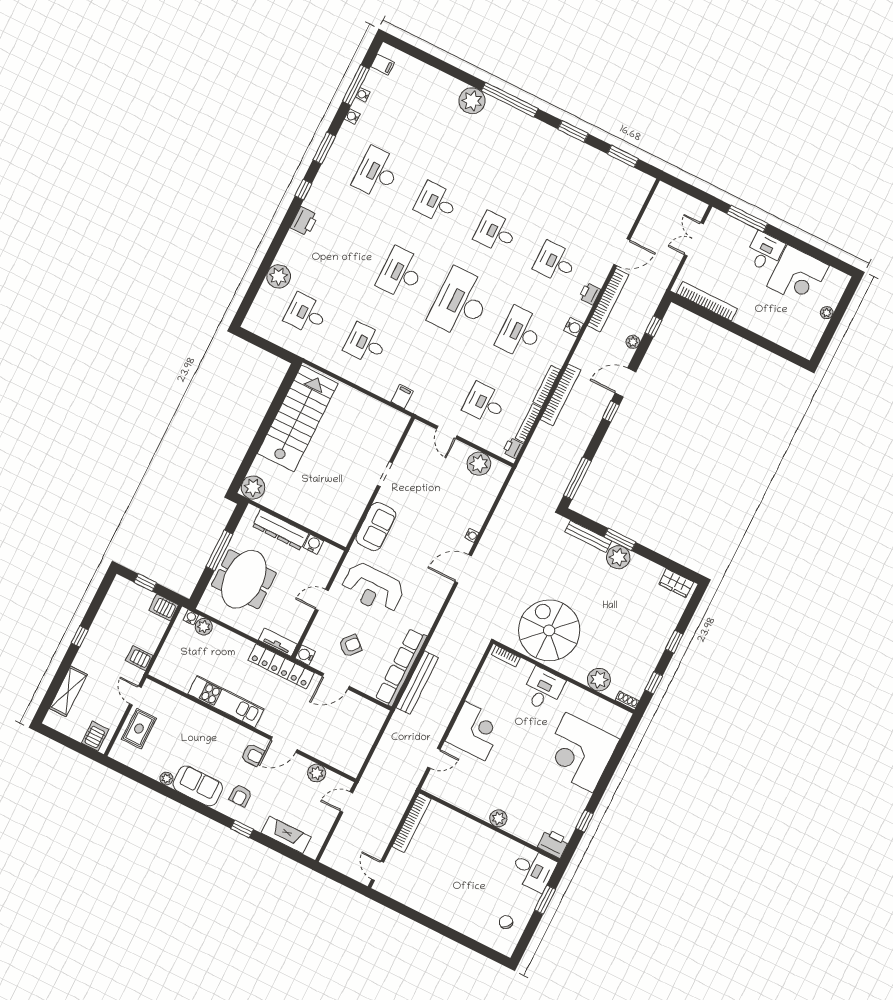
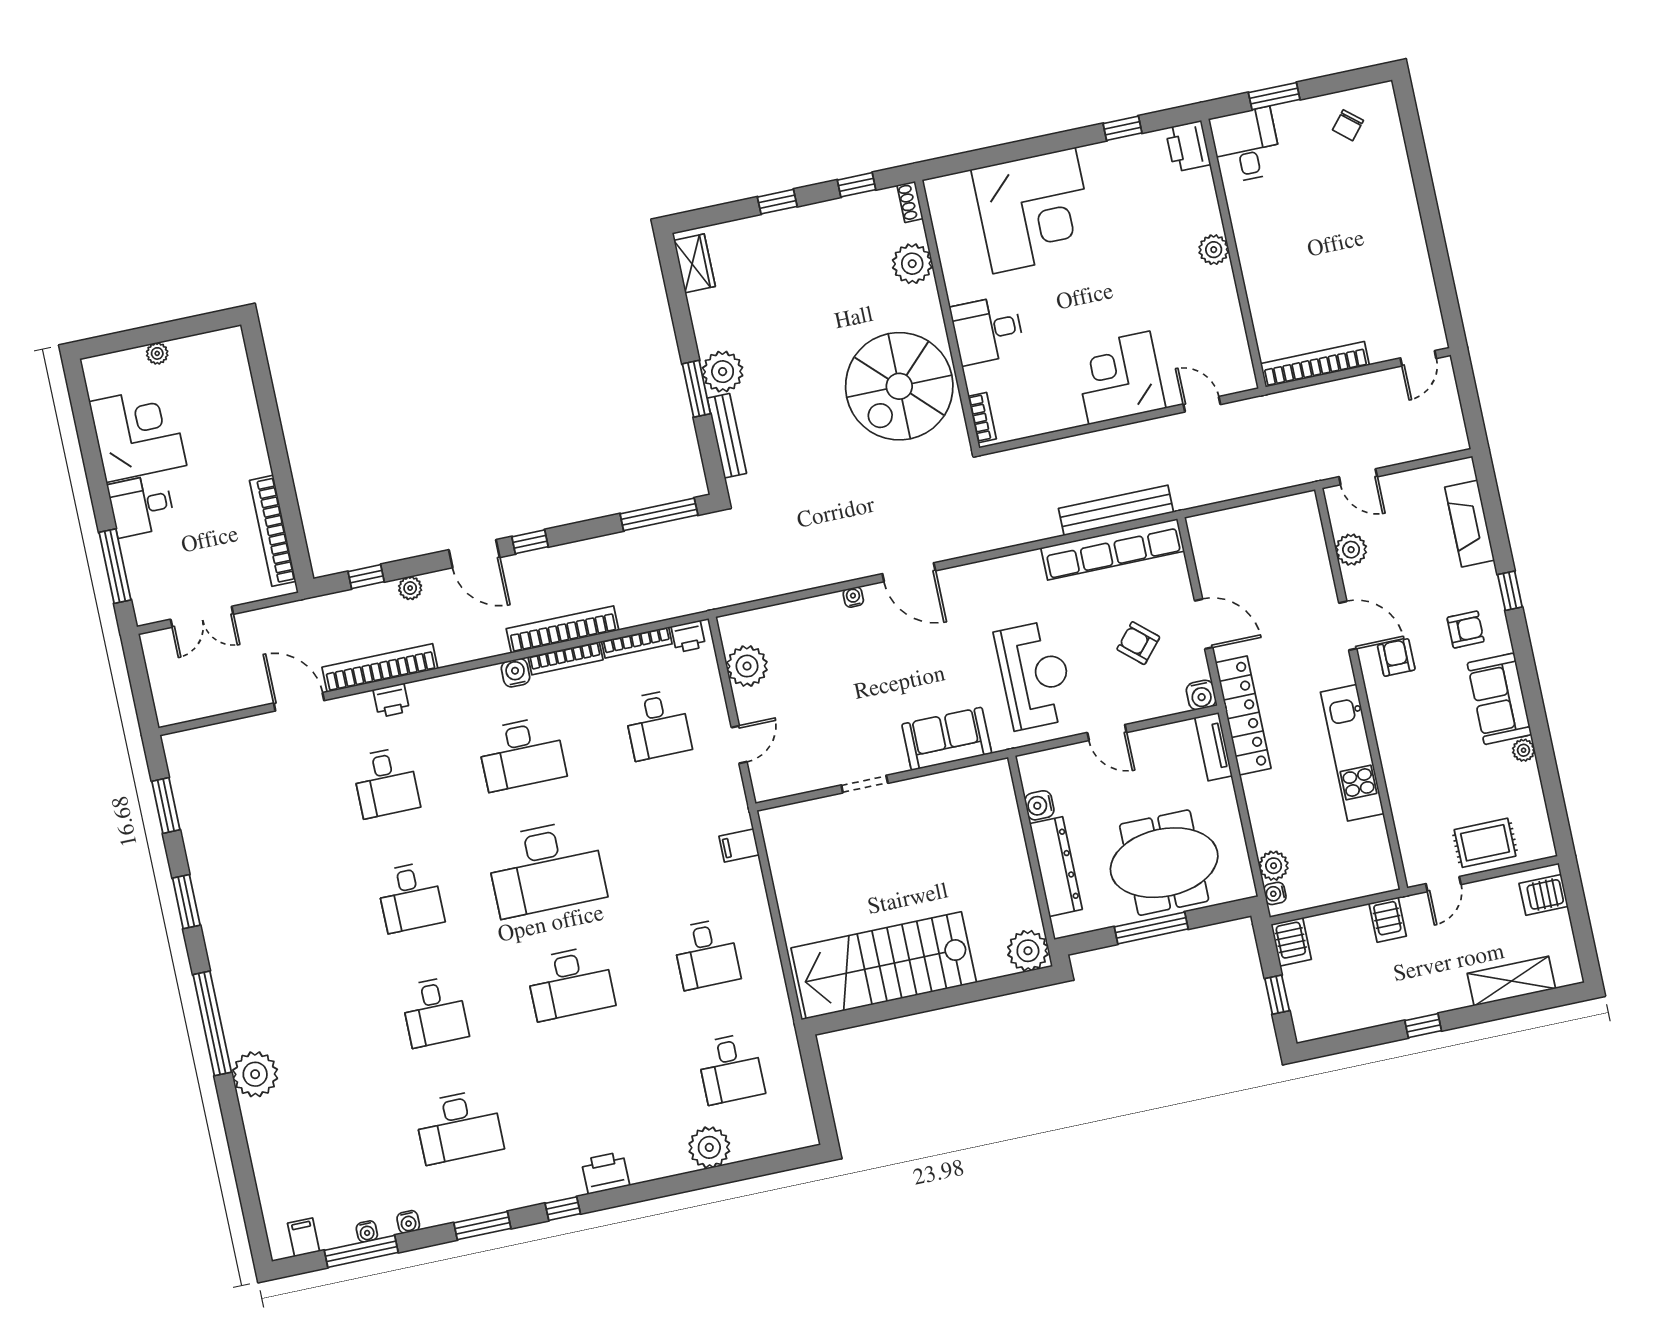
water cooler: (574, 327) -> (515, 673), moved

